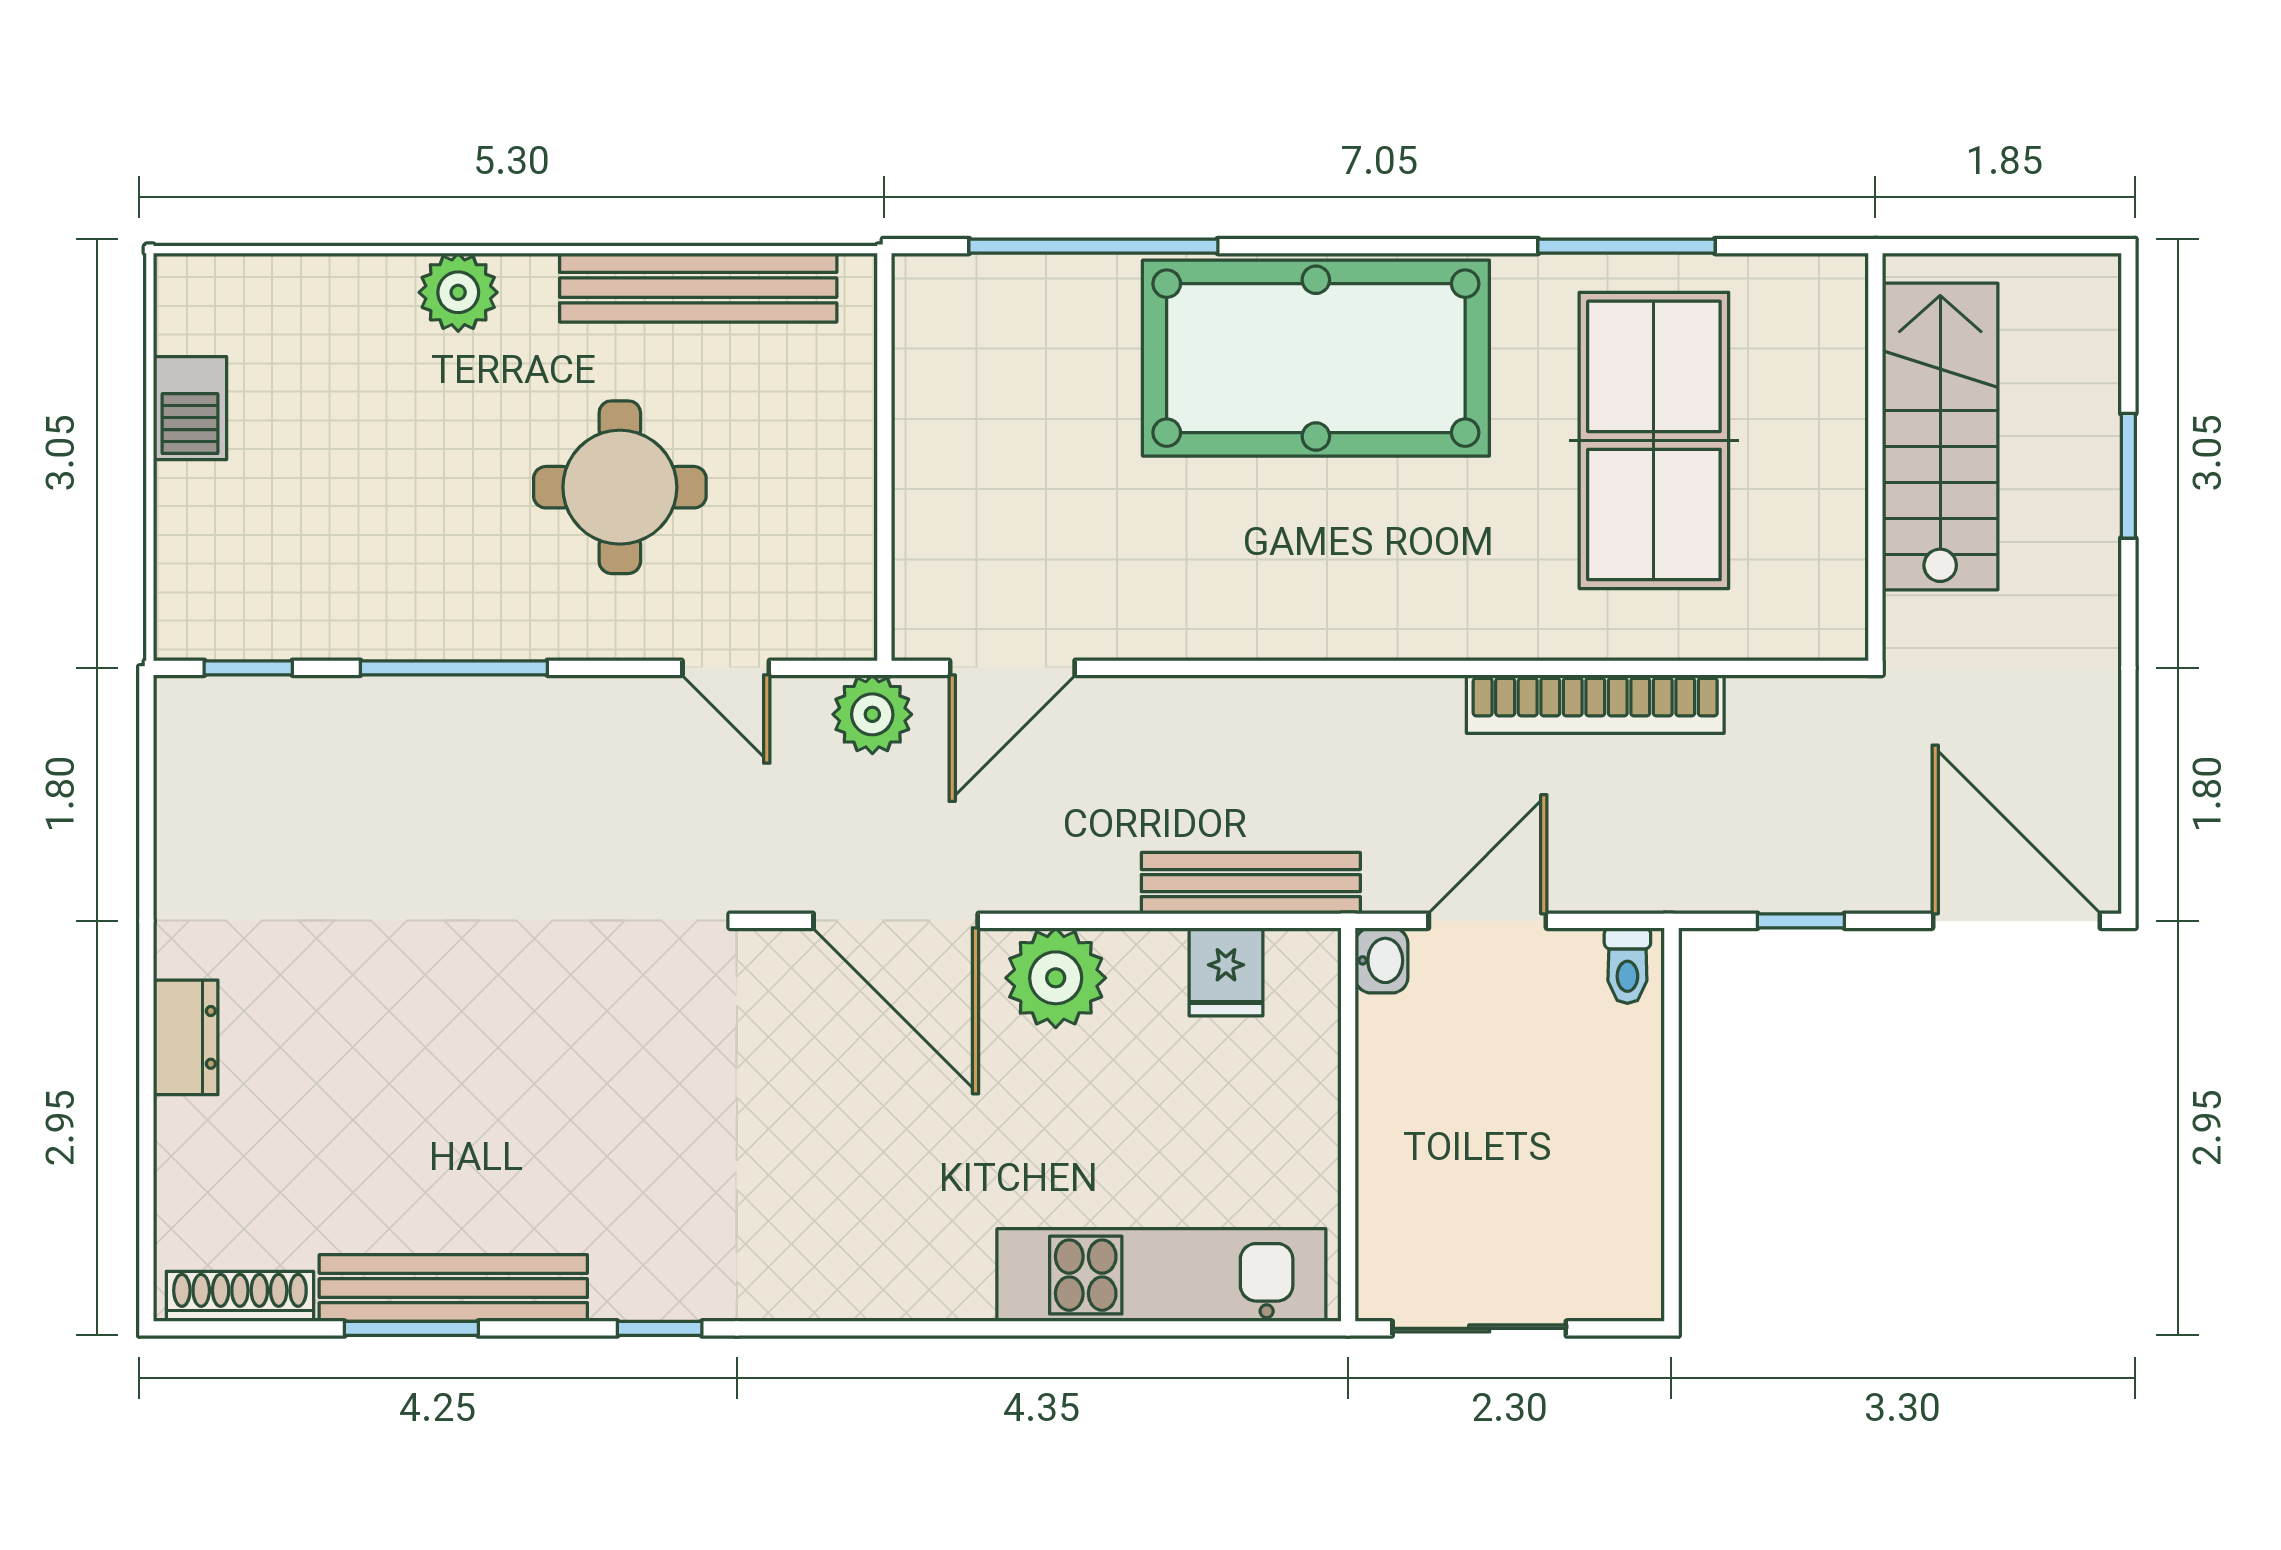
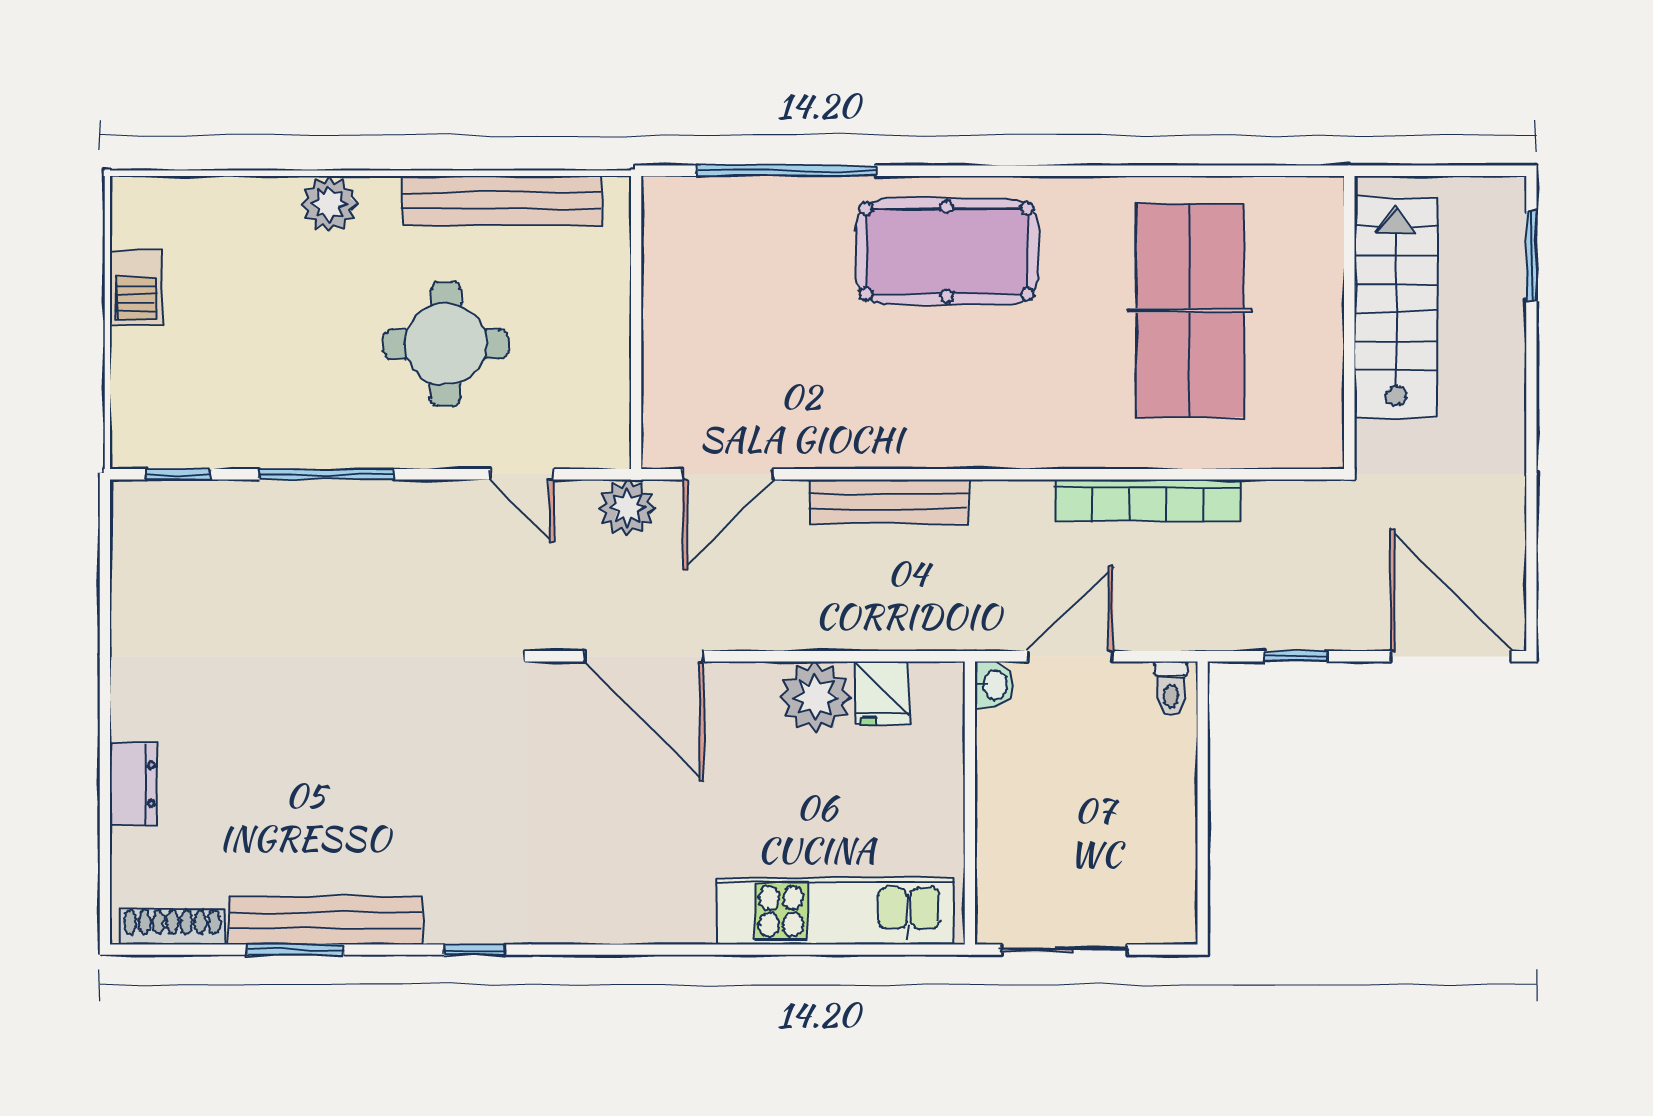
window: (1627, 246) -> (1170, 171), removed
pool table: (1316, 358) -> (947, 251), width x0.73, depth x0.76
window: (2128, 476) -> (1531, 256), moved
bench: (1251, 883) -> (889, 501), moved
plant: (1056, 978) -> (815, 697), moved
dresser: (186, 1037) -> (133, 784), moved

